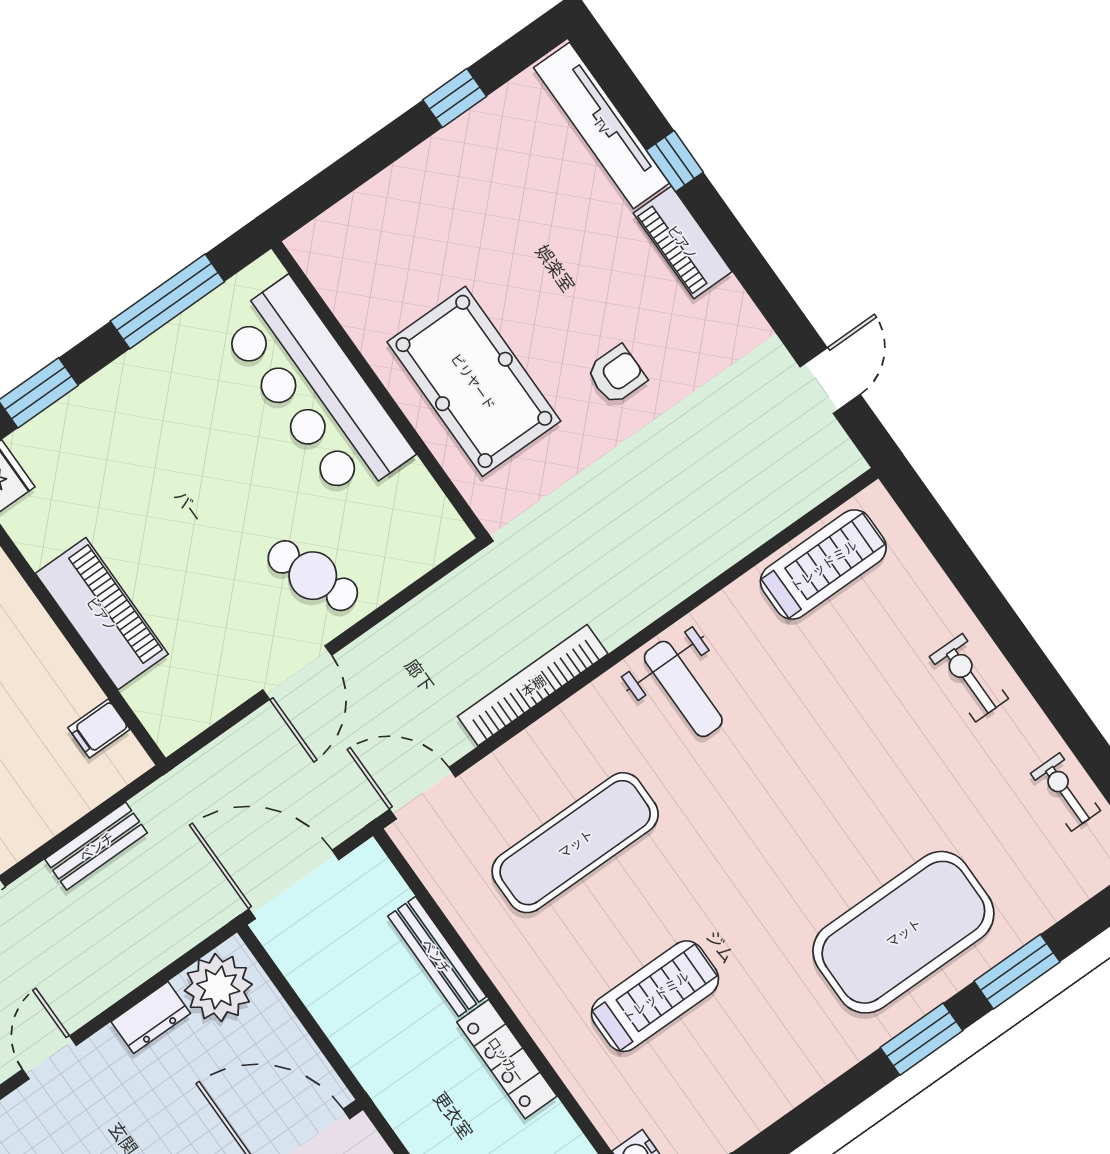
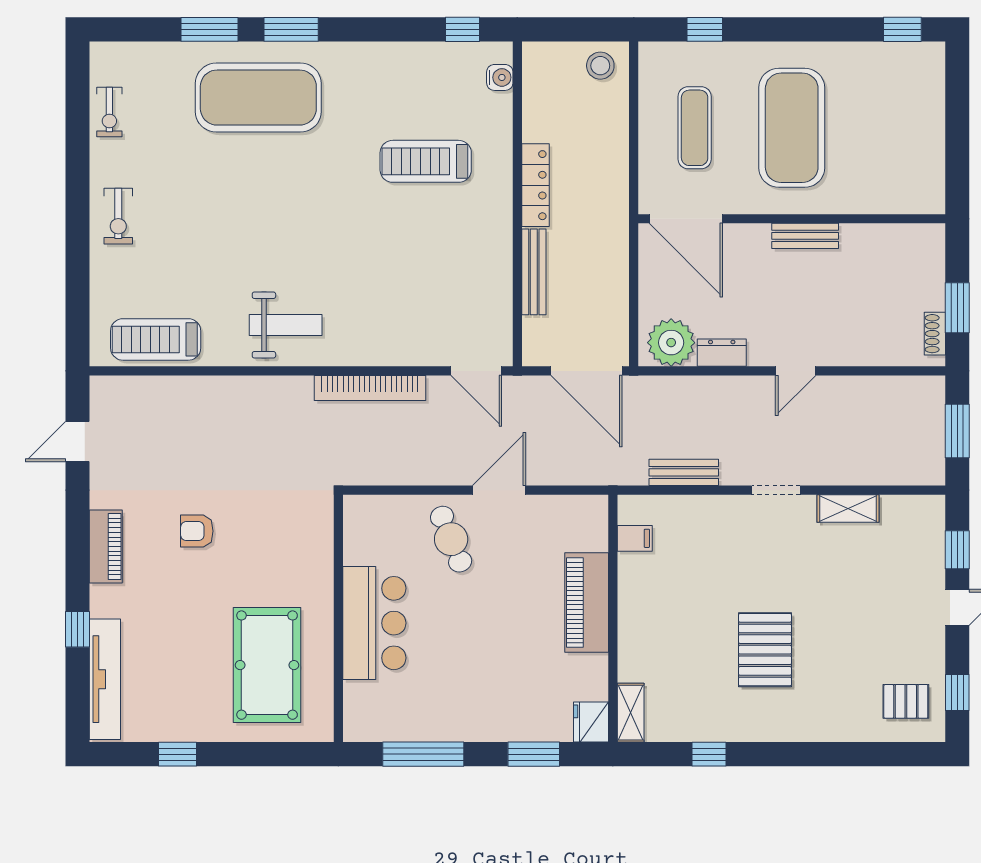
piano: (683, 242) -> (106, 547), moved
pool table: (474, 381) -> (267, 665), moved
bar counter: (316, 390) -> (374, 623), width x0.73
weight bench: (683, 689) -> (286, 325), turned 90
exercise mat: (575, 843) -> (409, 281), removed

